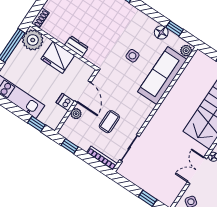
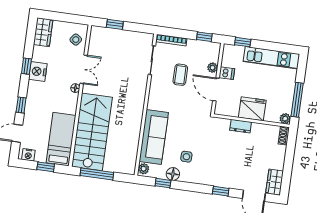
plant: (33, 40) -> (285, 119), width x0.53, depth x0.53
side table: (132, 56) -> (186, 157), moved

